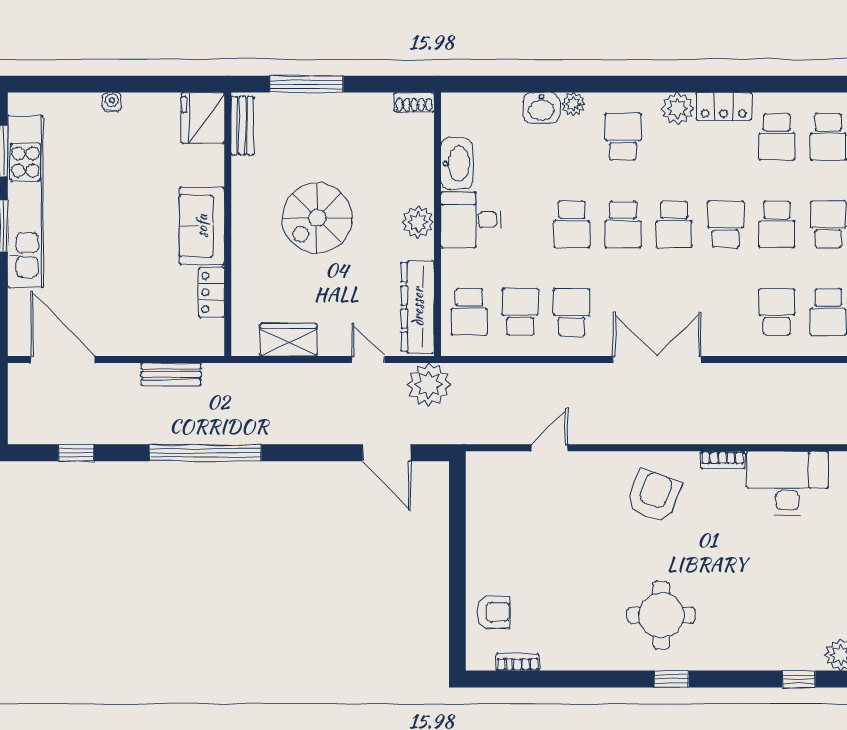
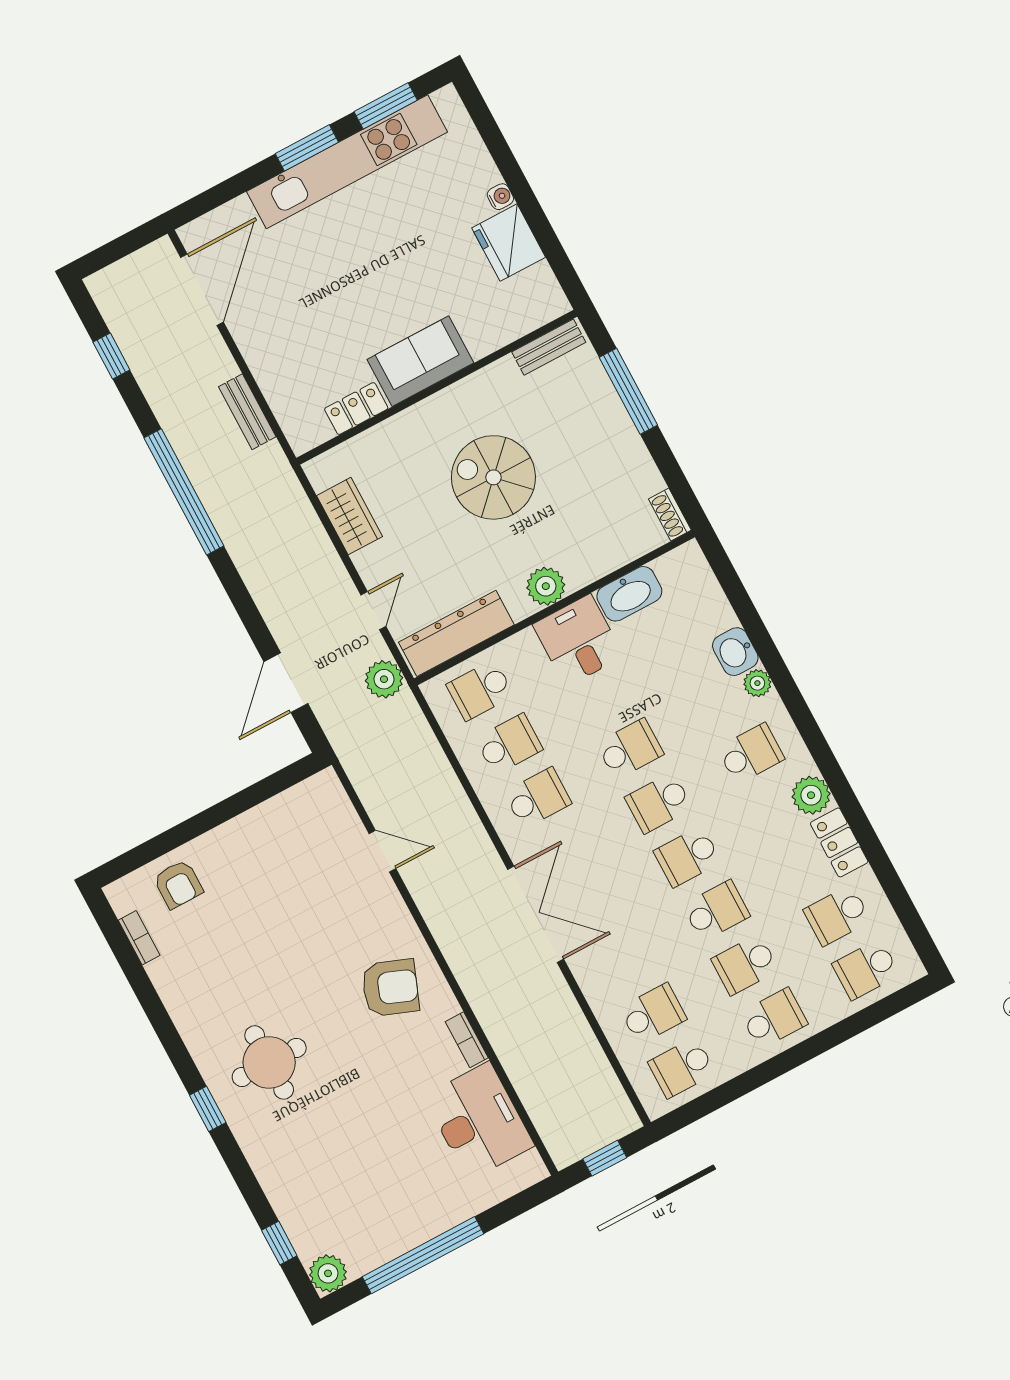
fridge: (203, 118) -> (509, 243), moved, turned -90
school desk: (572, 224) -> (630, 749), turned 180
plant: (429, 385) -> (384, 679), width x0.73, depth x0.73

